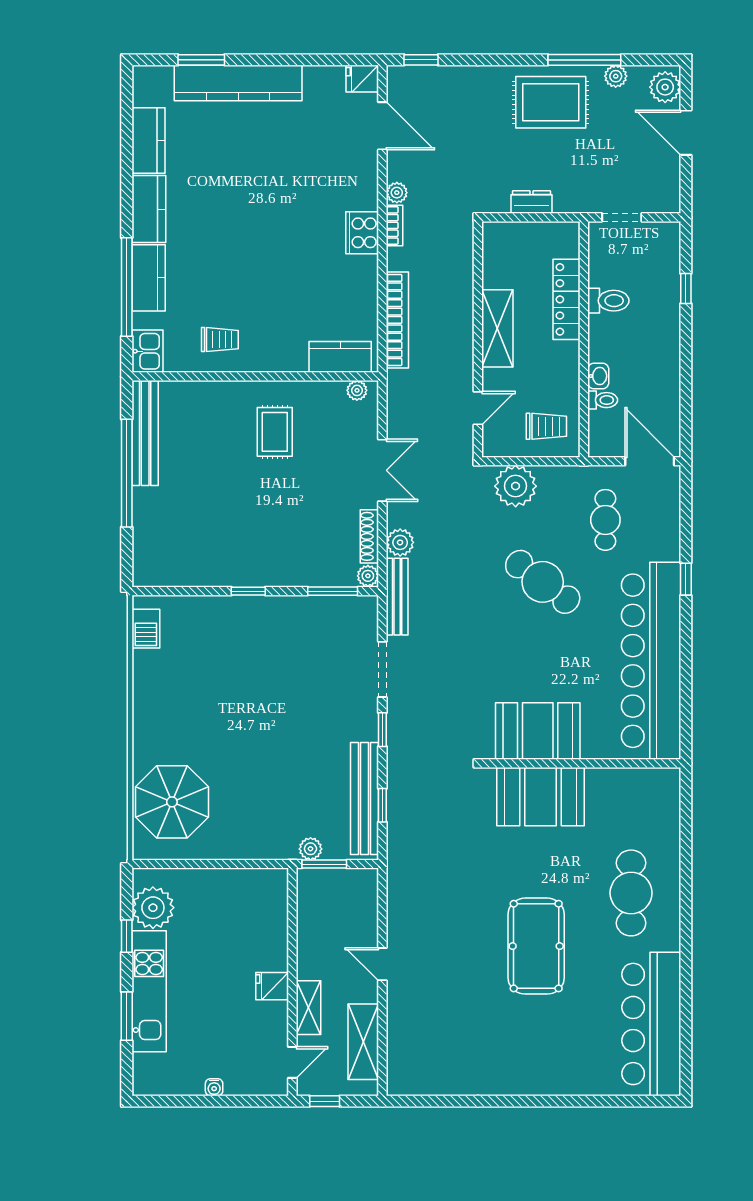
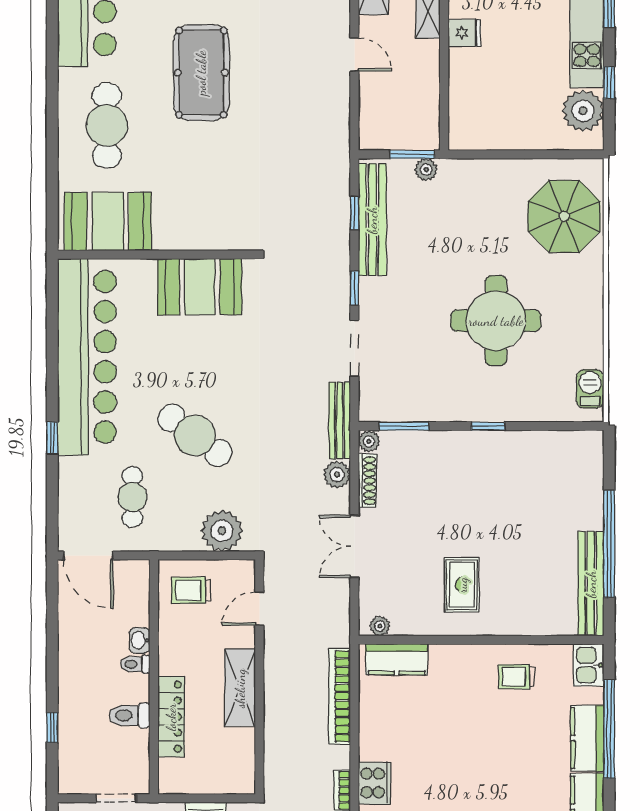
toilet: (603, 400) -> (135, 664), moved
round table: (240, 697) -> (496, 321), added
booth: (541, 797) -> (108, 221), moved

